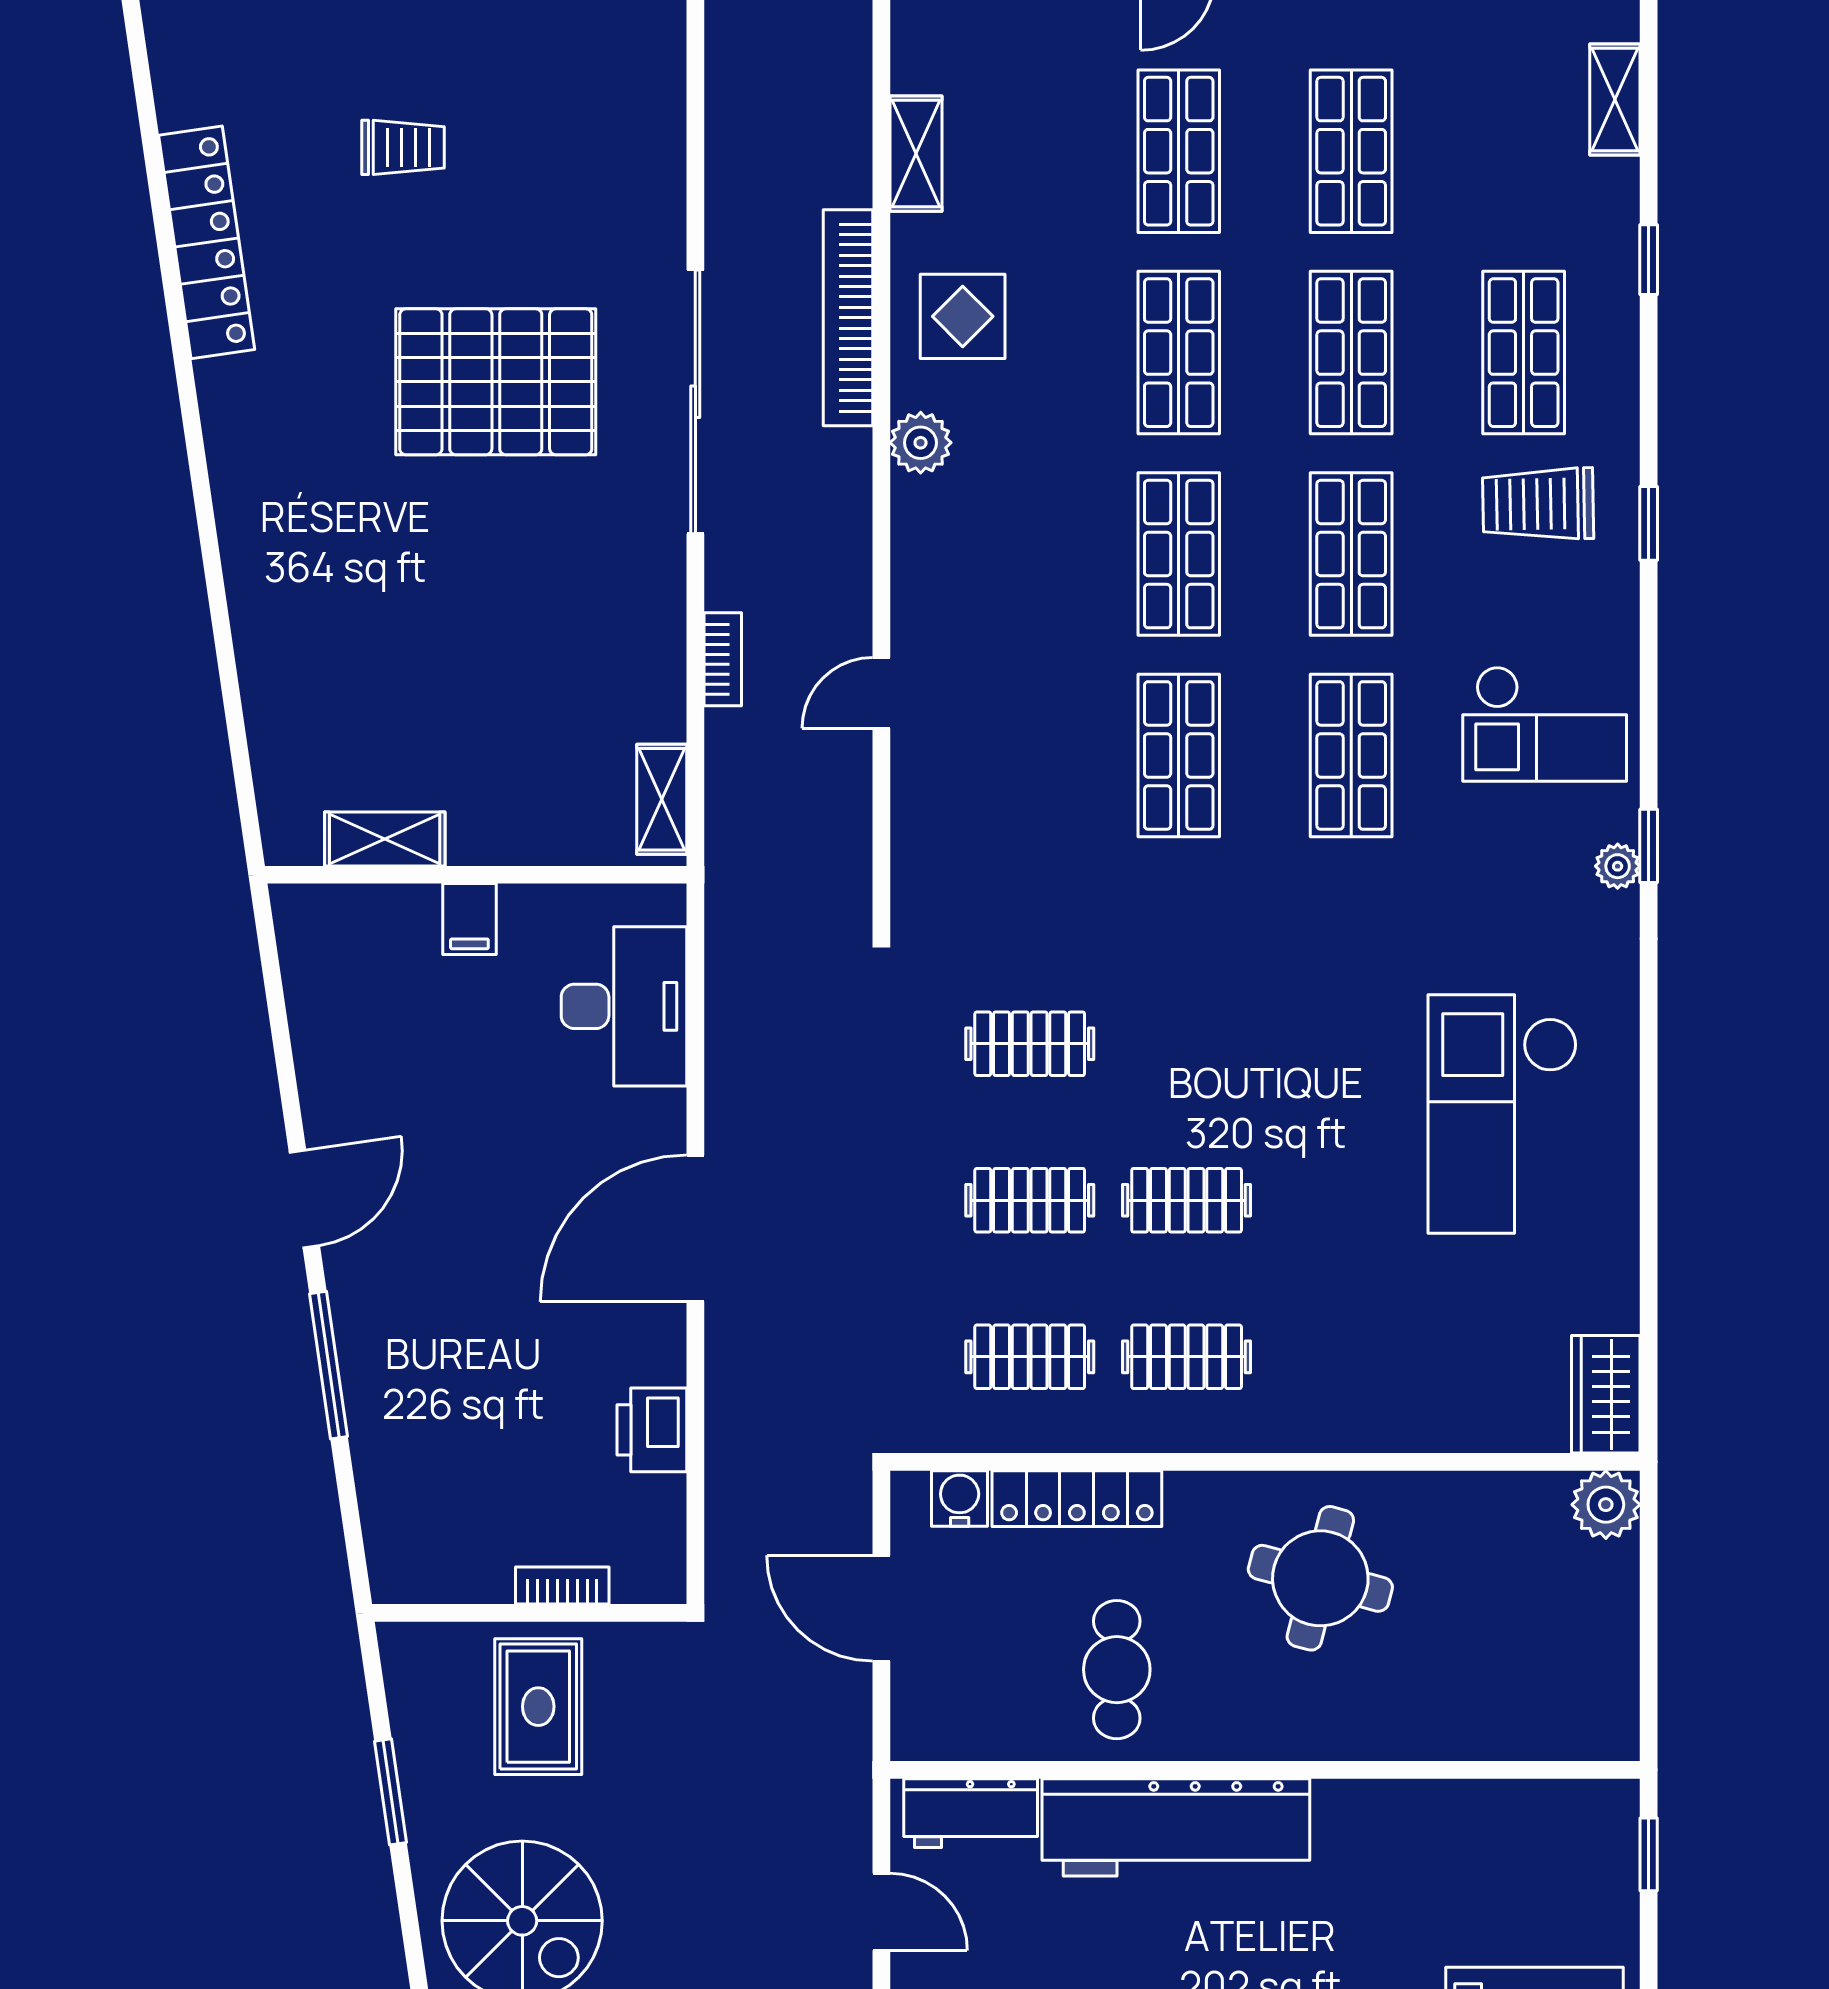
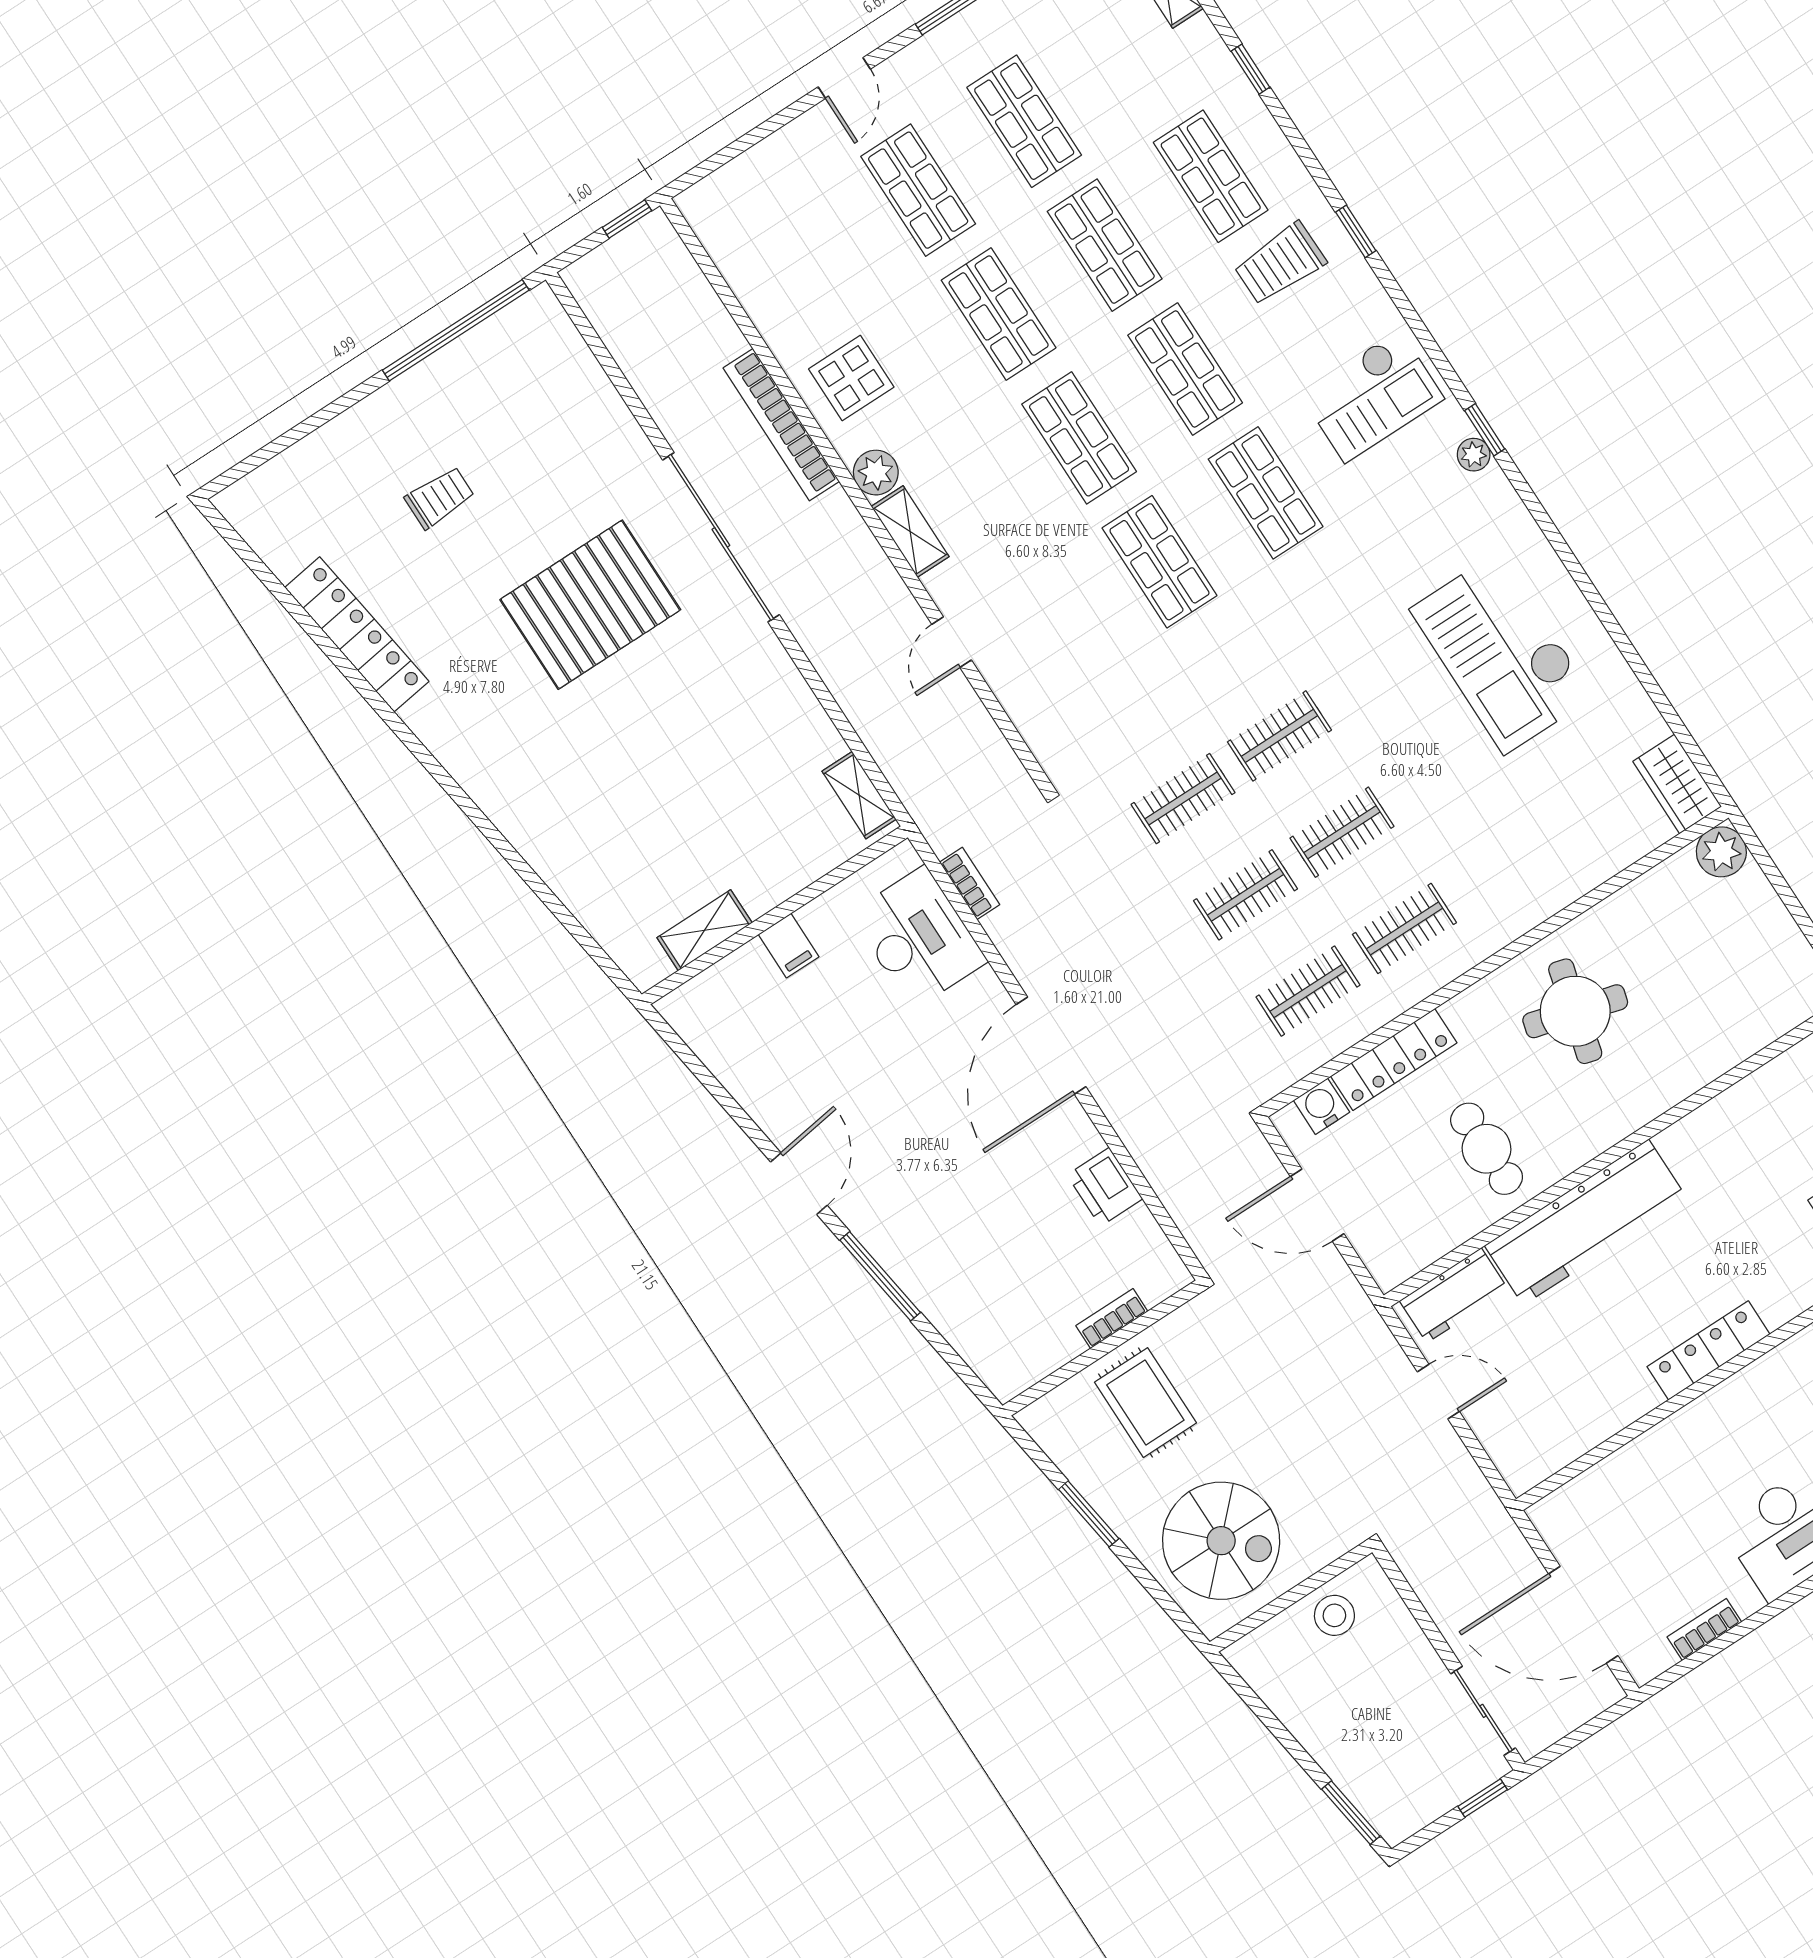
shelving: (916, 154) -> (910, 531), moved
bookcase: (723, 659) -> (970, 883), moved
clothes rail: (1187, 1044) -> (1279, 736), added

